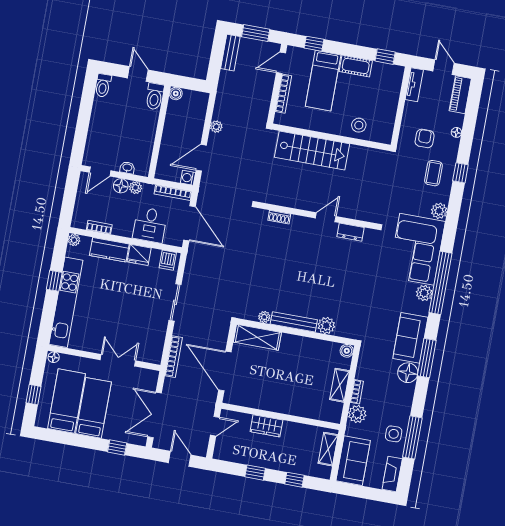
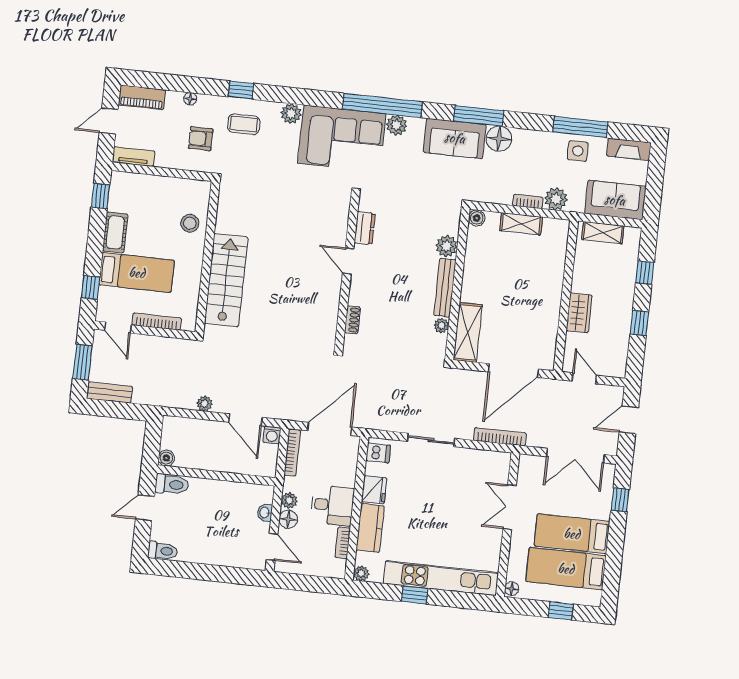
wall: (317, 216) -> (347, 272), moved
shoe rack: (279, 217) -> (352, 320), moved
door: (326, 217) -> (348, 261), moved
desk: (150, 225) -> (332, 505), moved
dresser: (351, 232) -> (365, 228), moved

